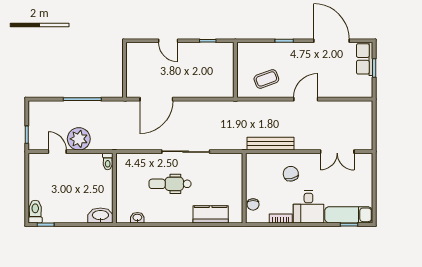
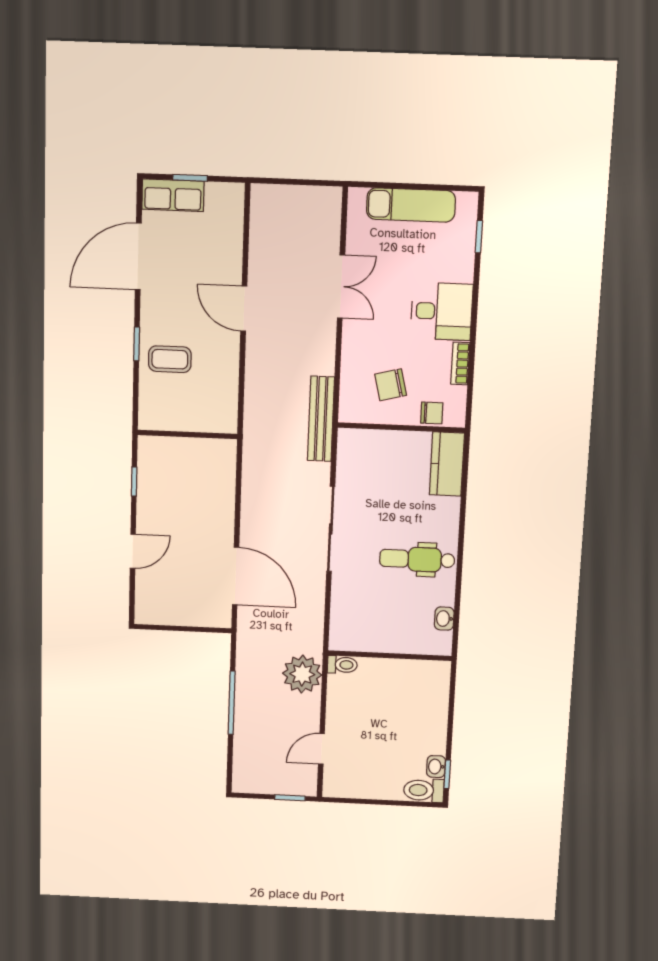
coffee table: (266, 79) -> (170, 359), moved, turned -70
plant: (79, 139) -> (302, 674), moved
bench: (270, 144) -> (321, 419), moved
double door: (337, 152) -> (341, 287), moved
chair: (291, 174) -> (391, 385), moved
dental chair: (170, 184) -> (417, 559), moved, turned 90
kitchen counter: (211, 214) -> (447, 464), moved
exam couch: (348, 215) -> (411, 205), moved, turned -90
washbasin: (100, 216) -> (436, 767), moved, width x0.52, depth x0.69

